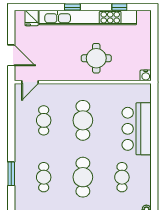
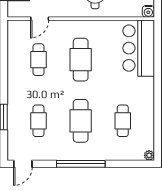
door: (30, 82) -> (40, 19), moved
bar counter: (137, 129) -> (139, 48), moved

